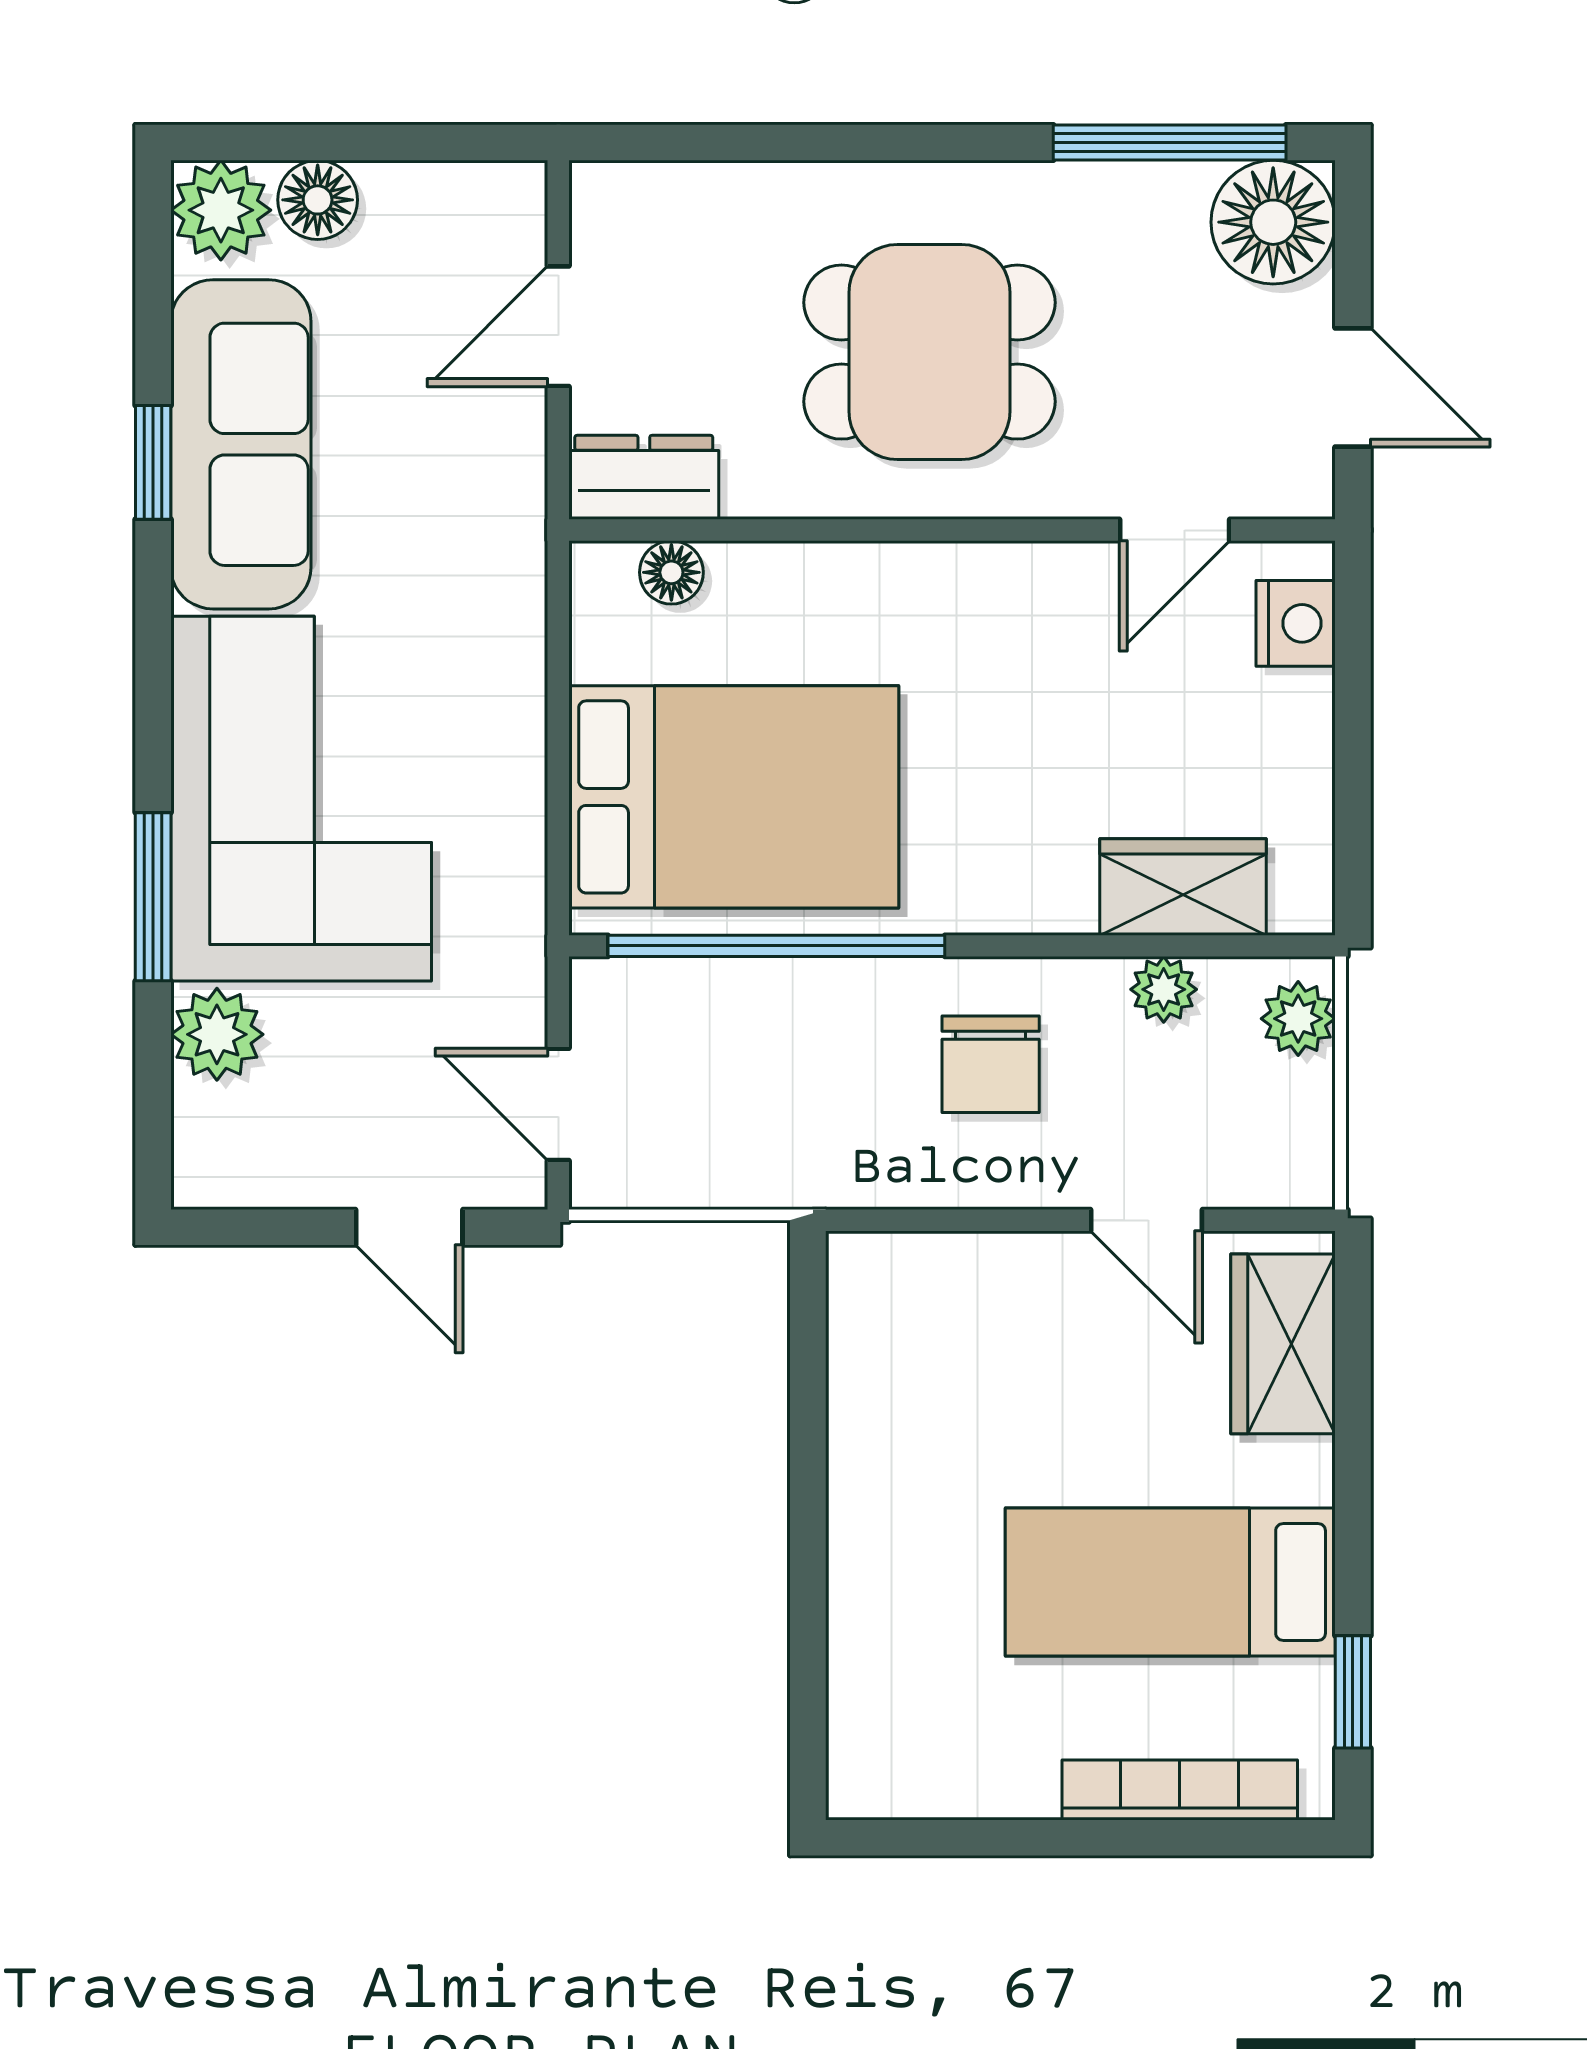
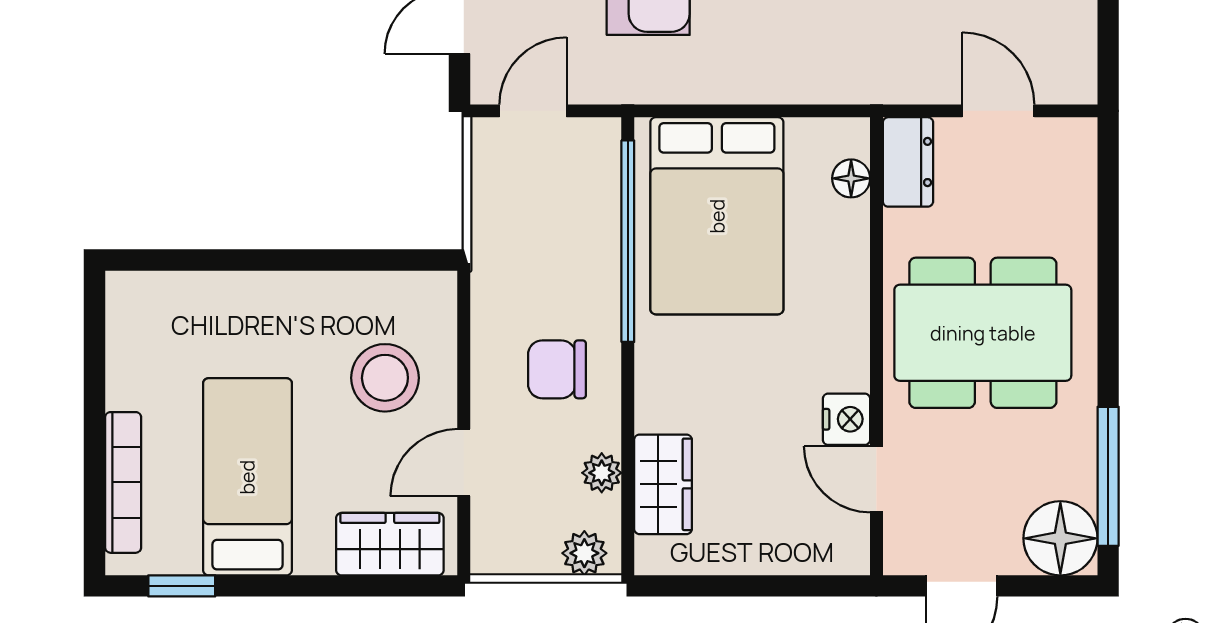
dining table: (929, 352) -> (983, 333), width x1.38
nightstand: (1296, 623) -> (846, 419), moved, turned -90
stool: (1005, 1352) -> (385, 378), added

